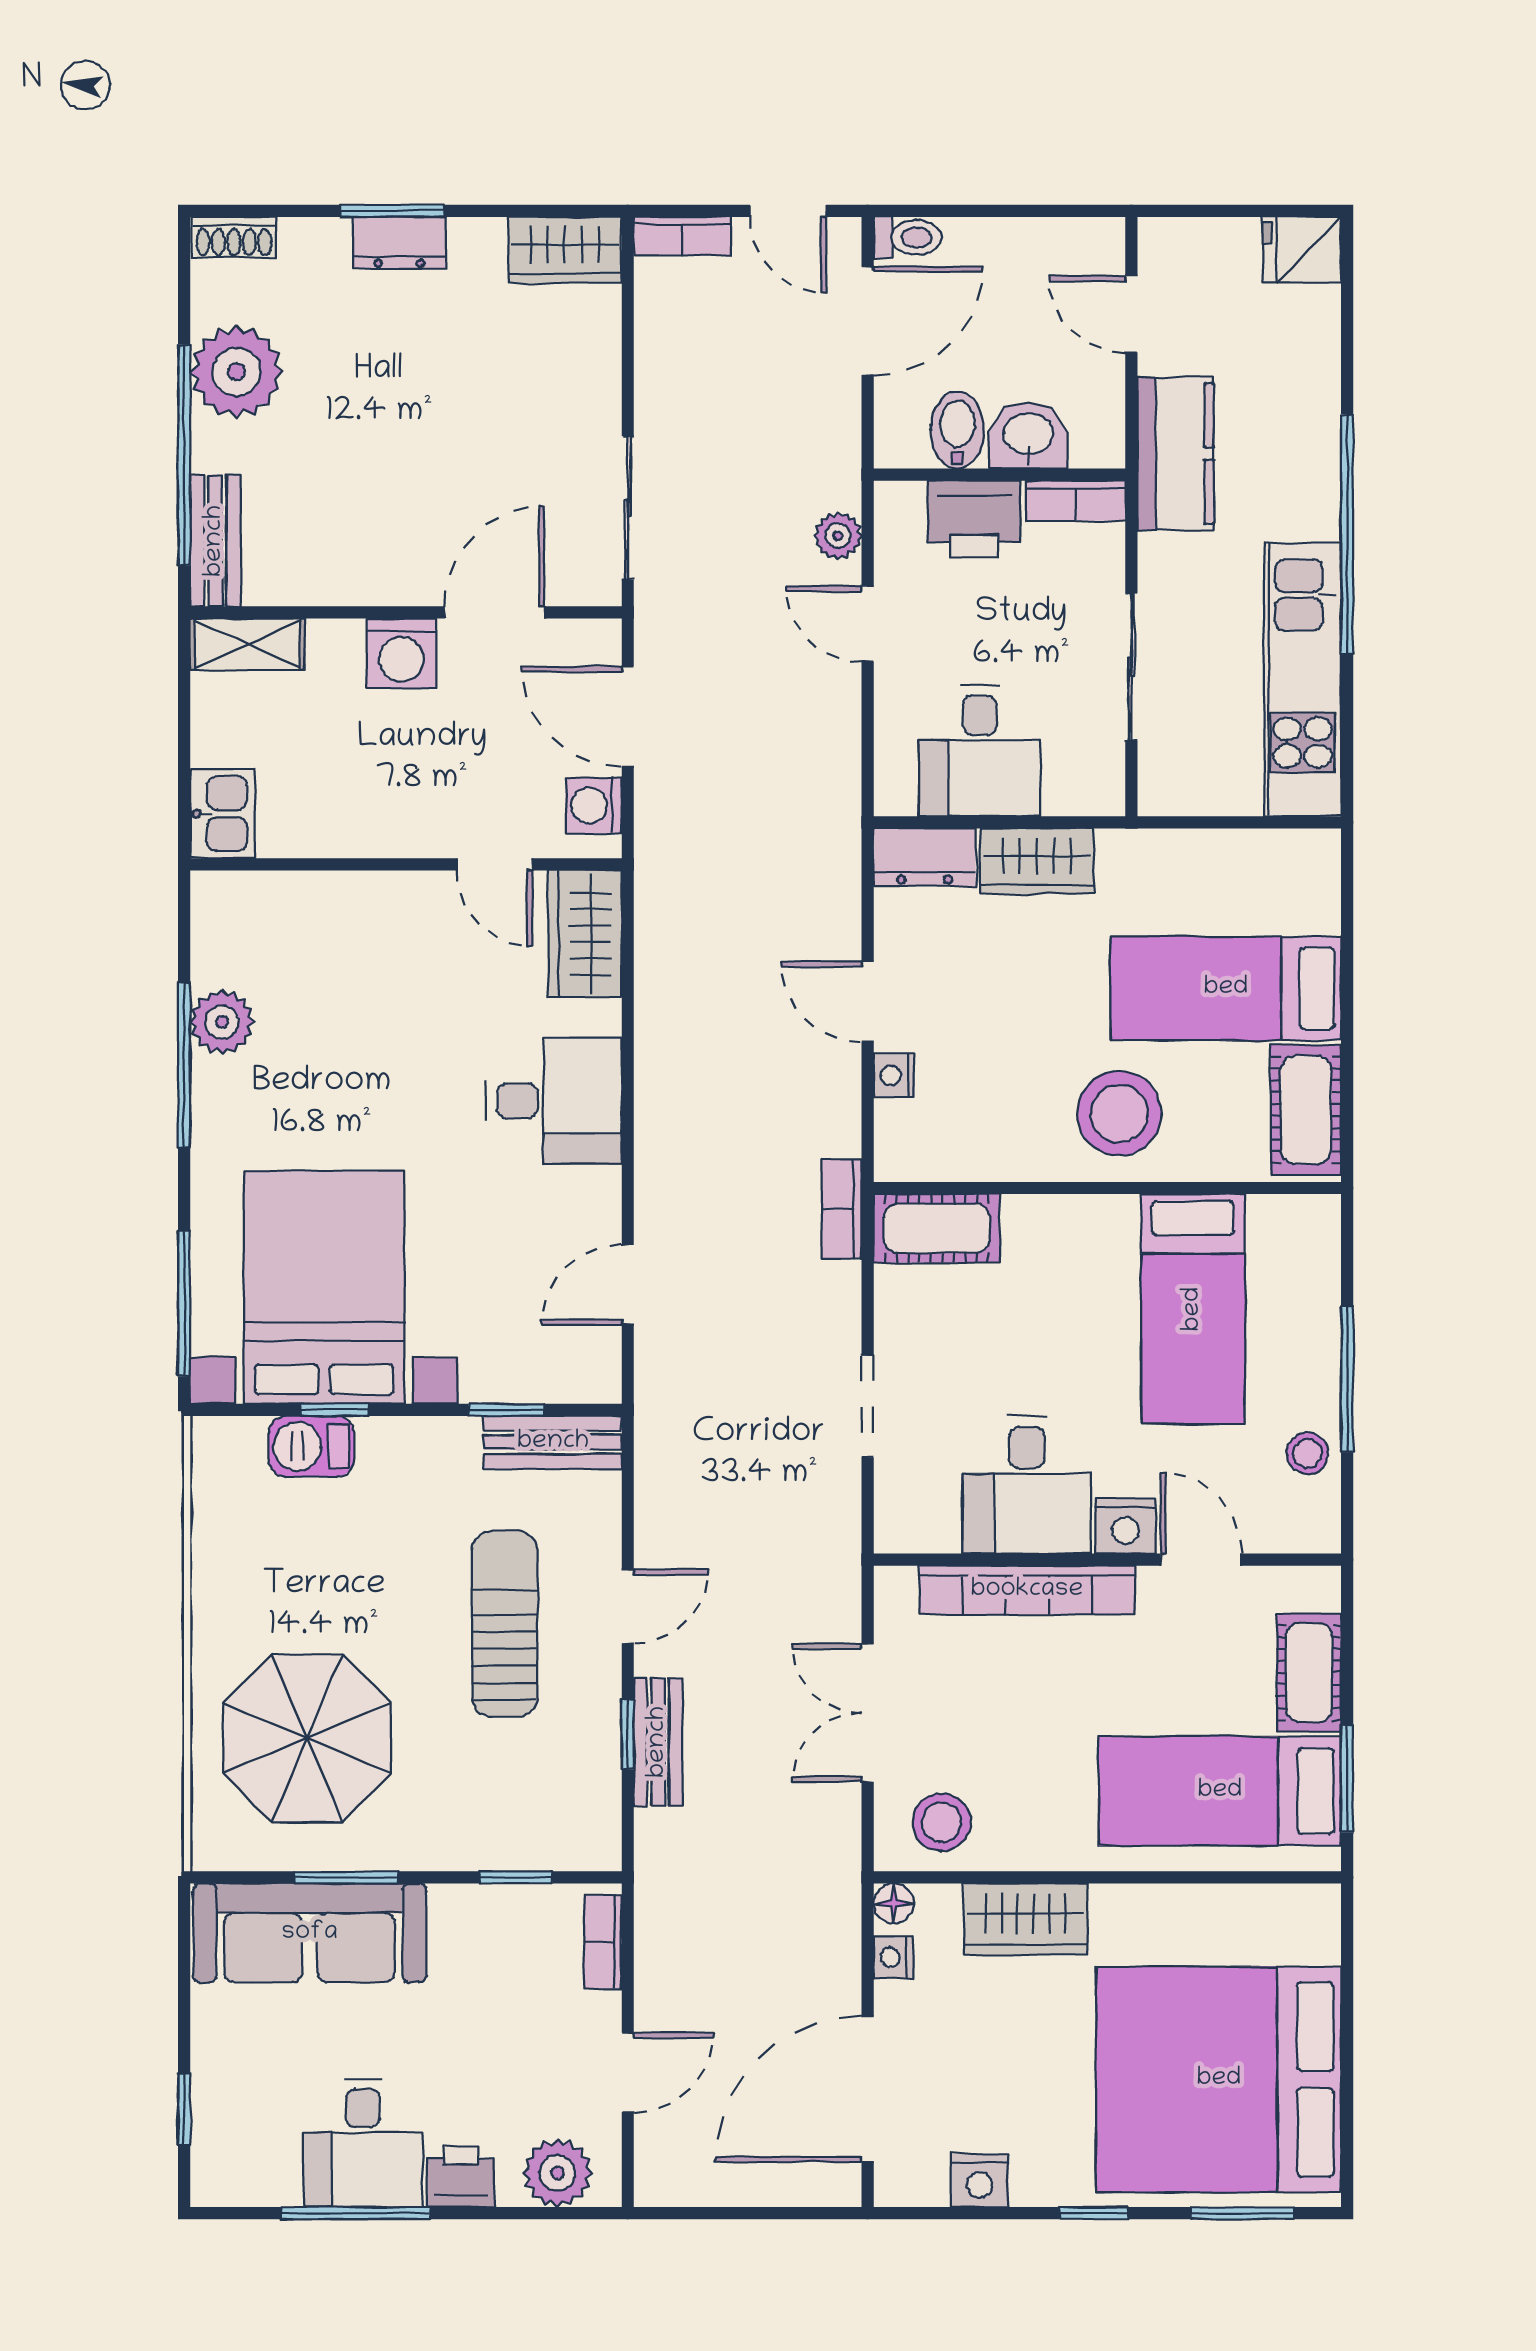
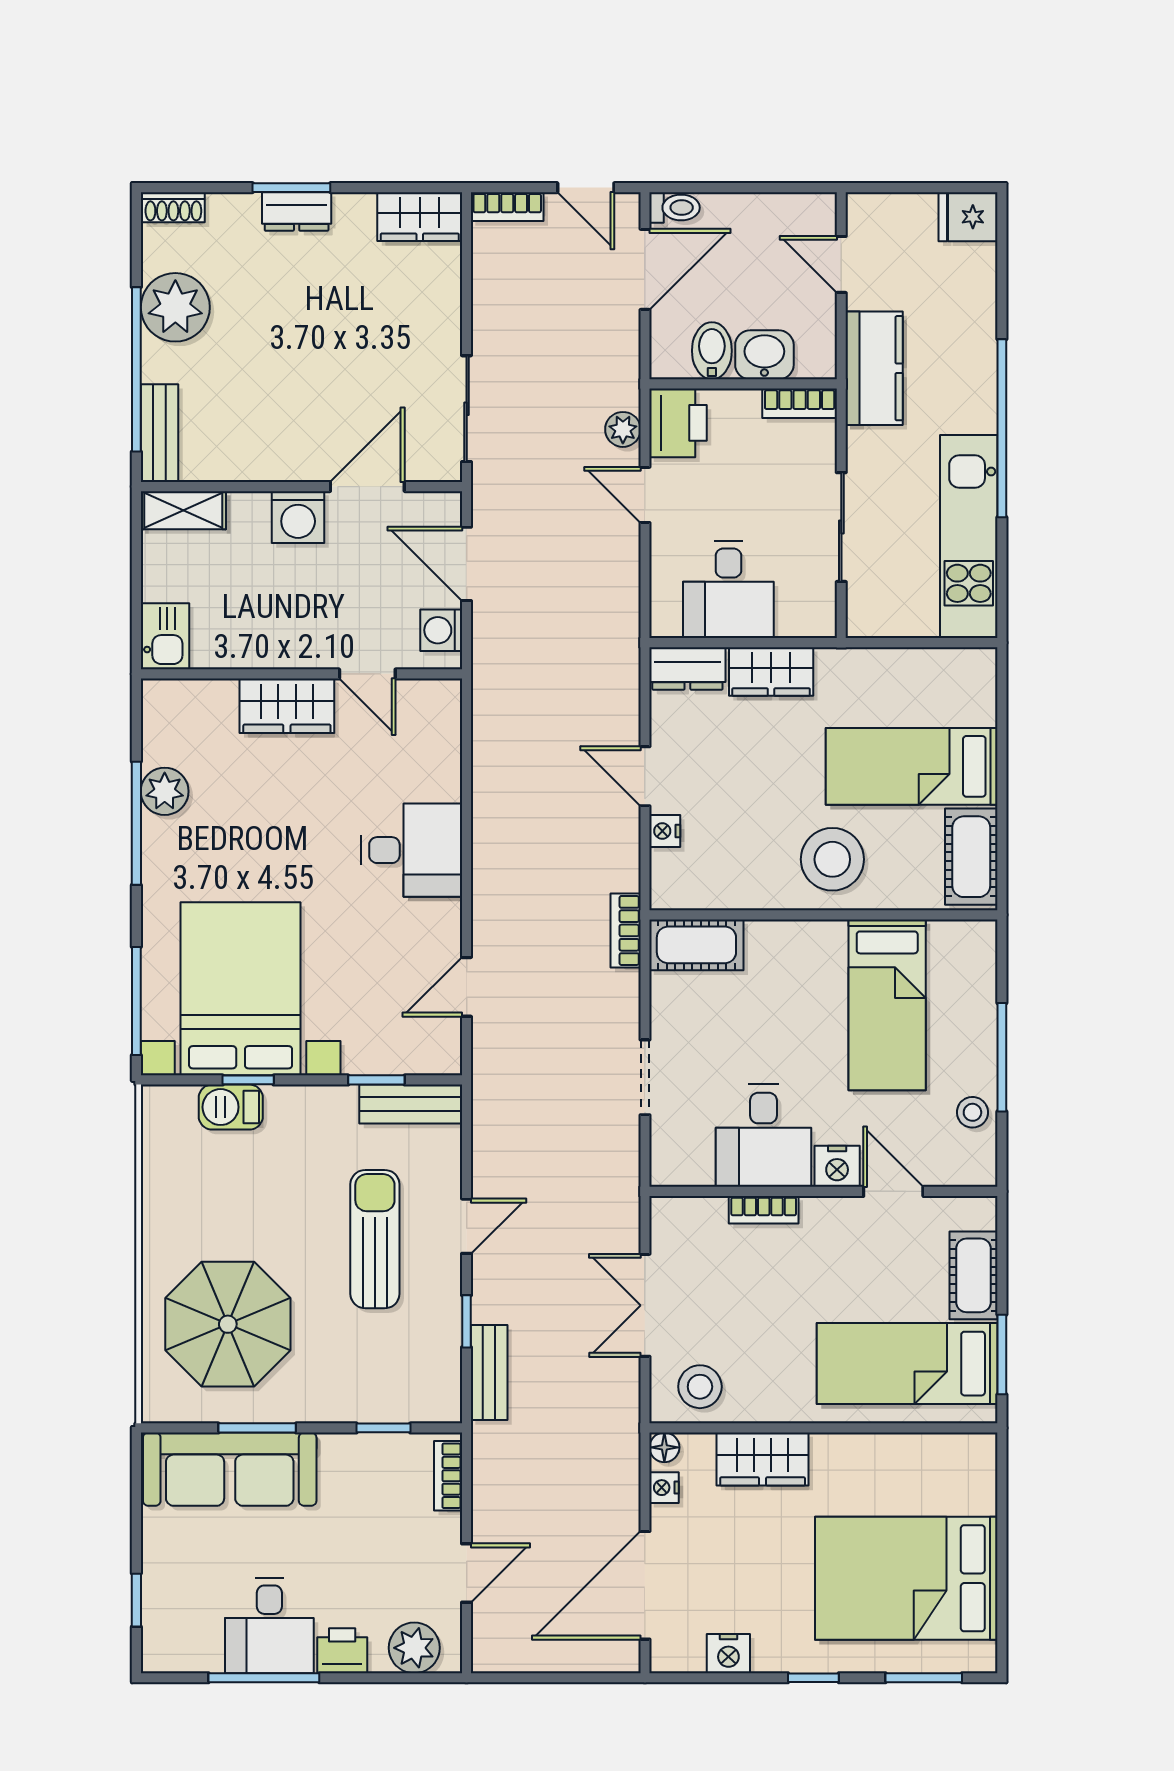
printer: (974, 519) -> (678, 423), moved, turned -90
wardrobe: (585, 934) -> (287, 706), moved, turned -90
bookcase: (1027, 1590) -> (764, 1210), width x0.43, depth x0.76
bench: (658, 1742) -> (489, 1373), moved
bed: (1219, 2079) -> (906, 1578), width x0.73

